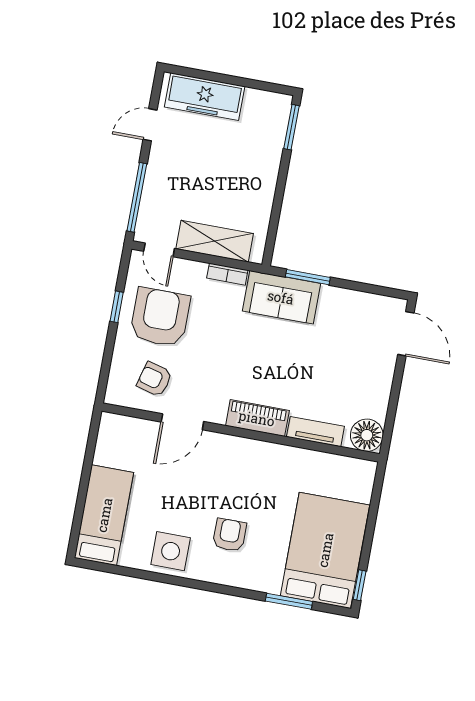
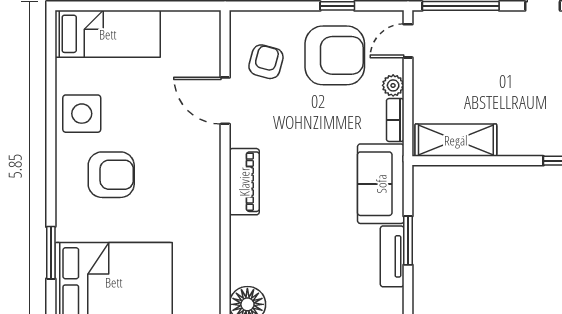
shelving: (215, 241) -> (456, 140), moved, turned 90
plant: (196, 270) -> (393, 85), added
window: (308, 277) -> (408, 240), moved
tv unit: (315, 432) -> (392, 256), moved, turned 180
armchair: (230, 535) -> (111, 175), width x1.38, depth x1.38

